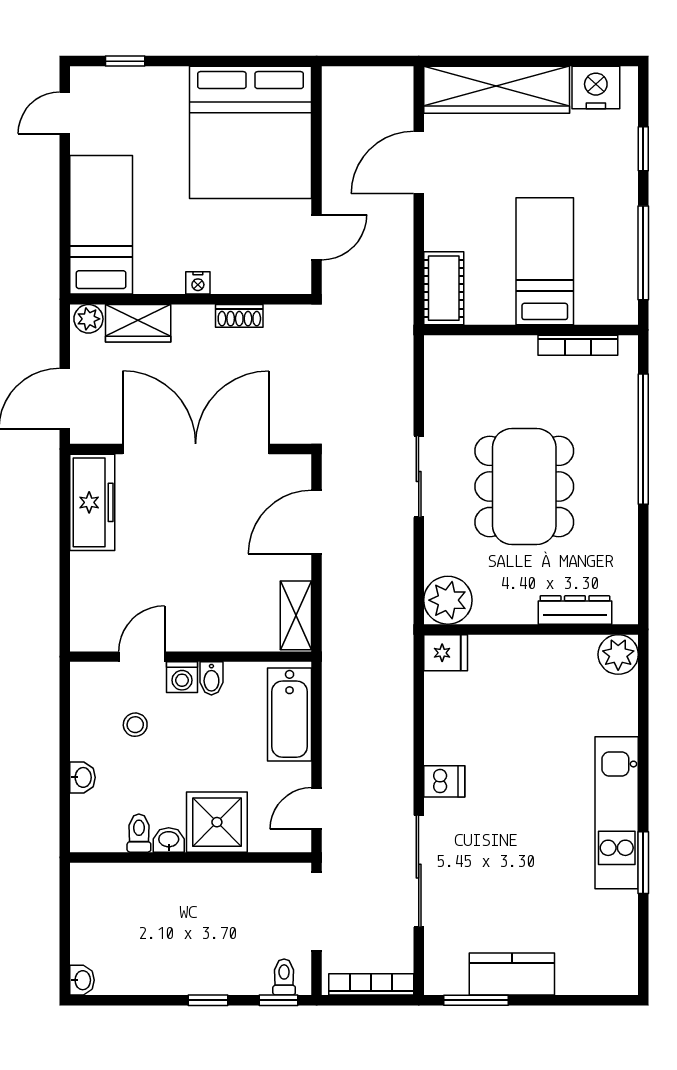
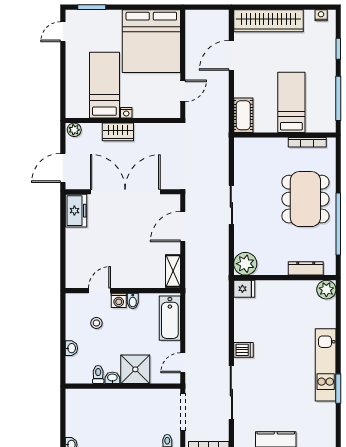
window: (125, 61) -> (92, 7), width x1.50
nightstand: (596, 88) -> (321, 15), width x0.53, depth x0.56
bed: (101, 225) -> (104, 85), moved
shoe rack: (239, 316) -> (146, 128), removed
wardrobe: (138, 323) -> (118, 132), moved
window: (643, 439) -> (338, 224), moved
dining table: (524, 486) -> (305, 199), moved
freezer: (92, 502) -> (76, 211), width x0.71

